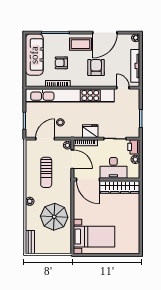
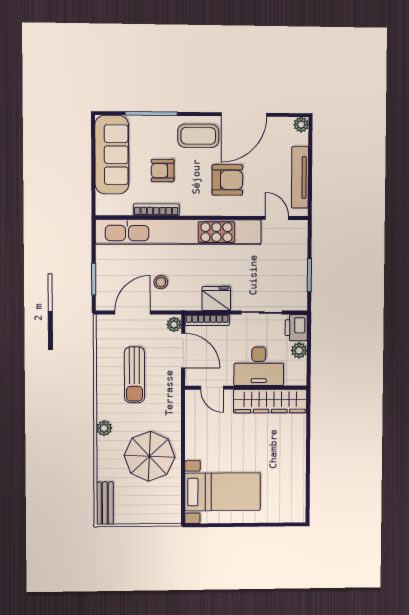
armchair: (96, 68) -> (227, 180), turned 90
door: (88, 180) -> (212, 388), width x0.53

